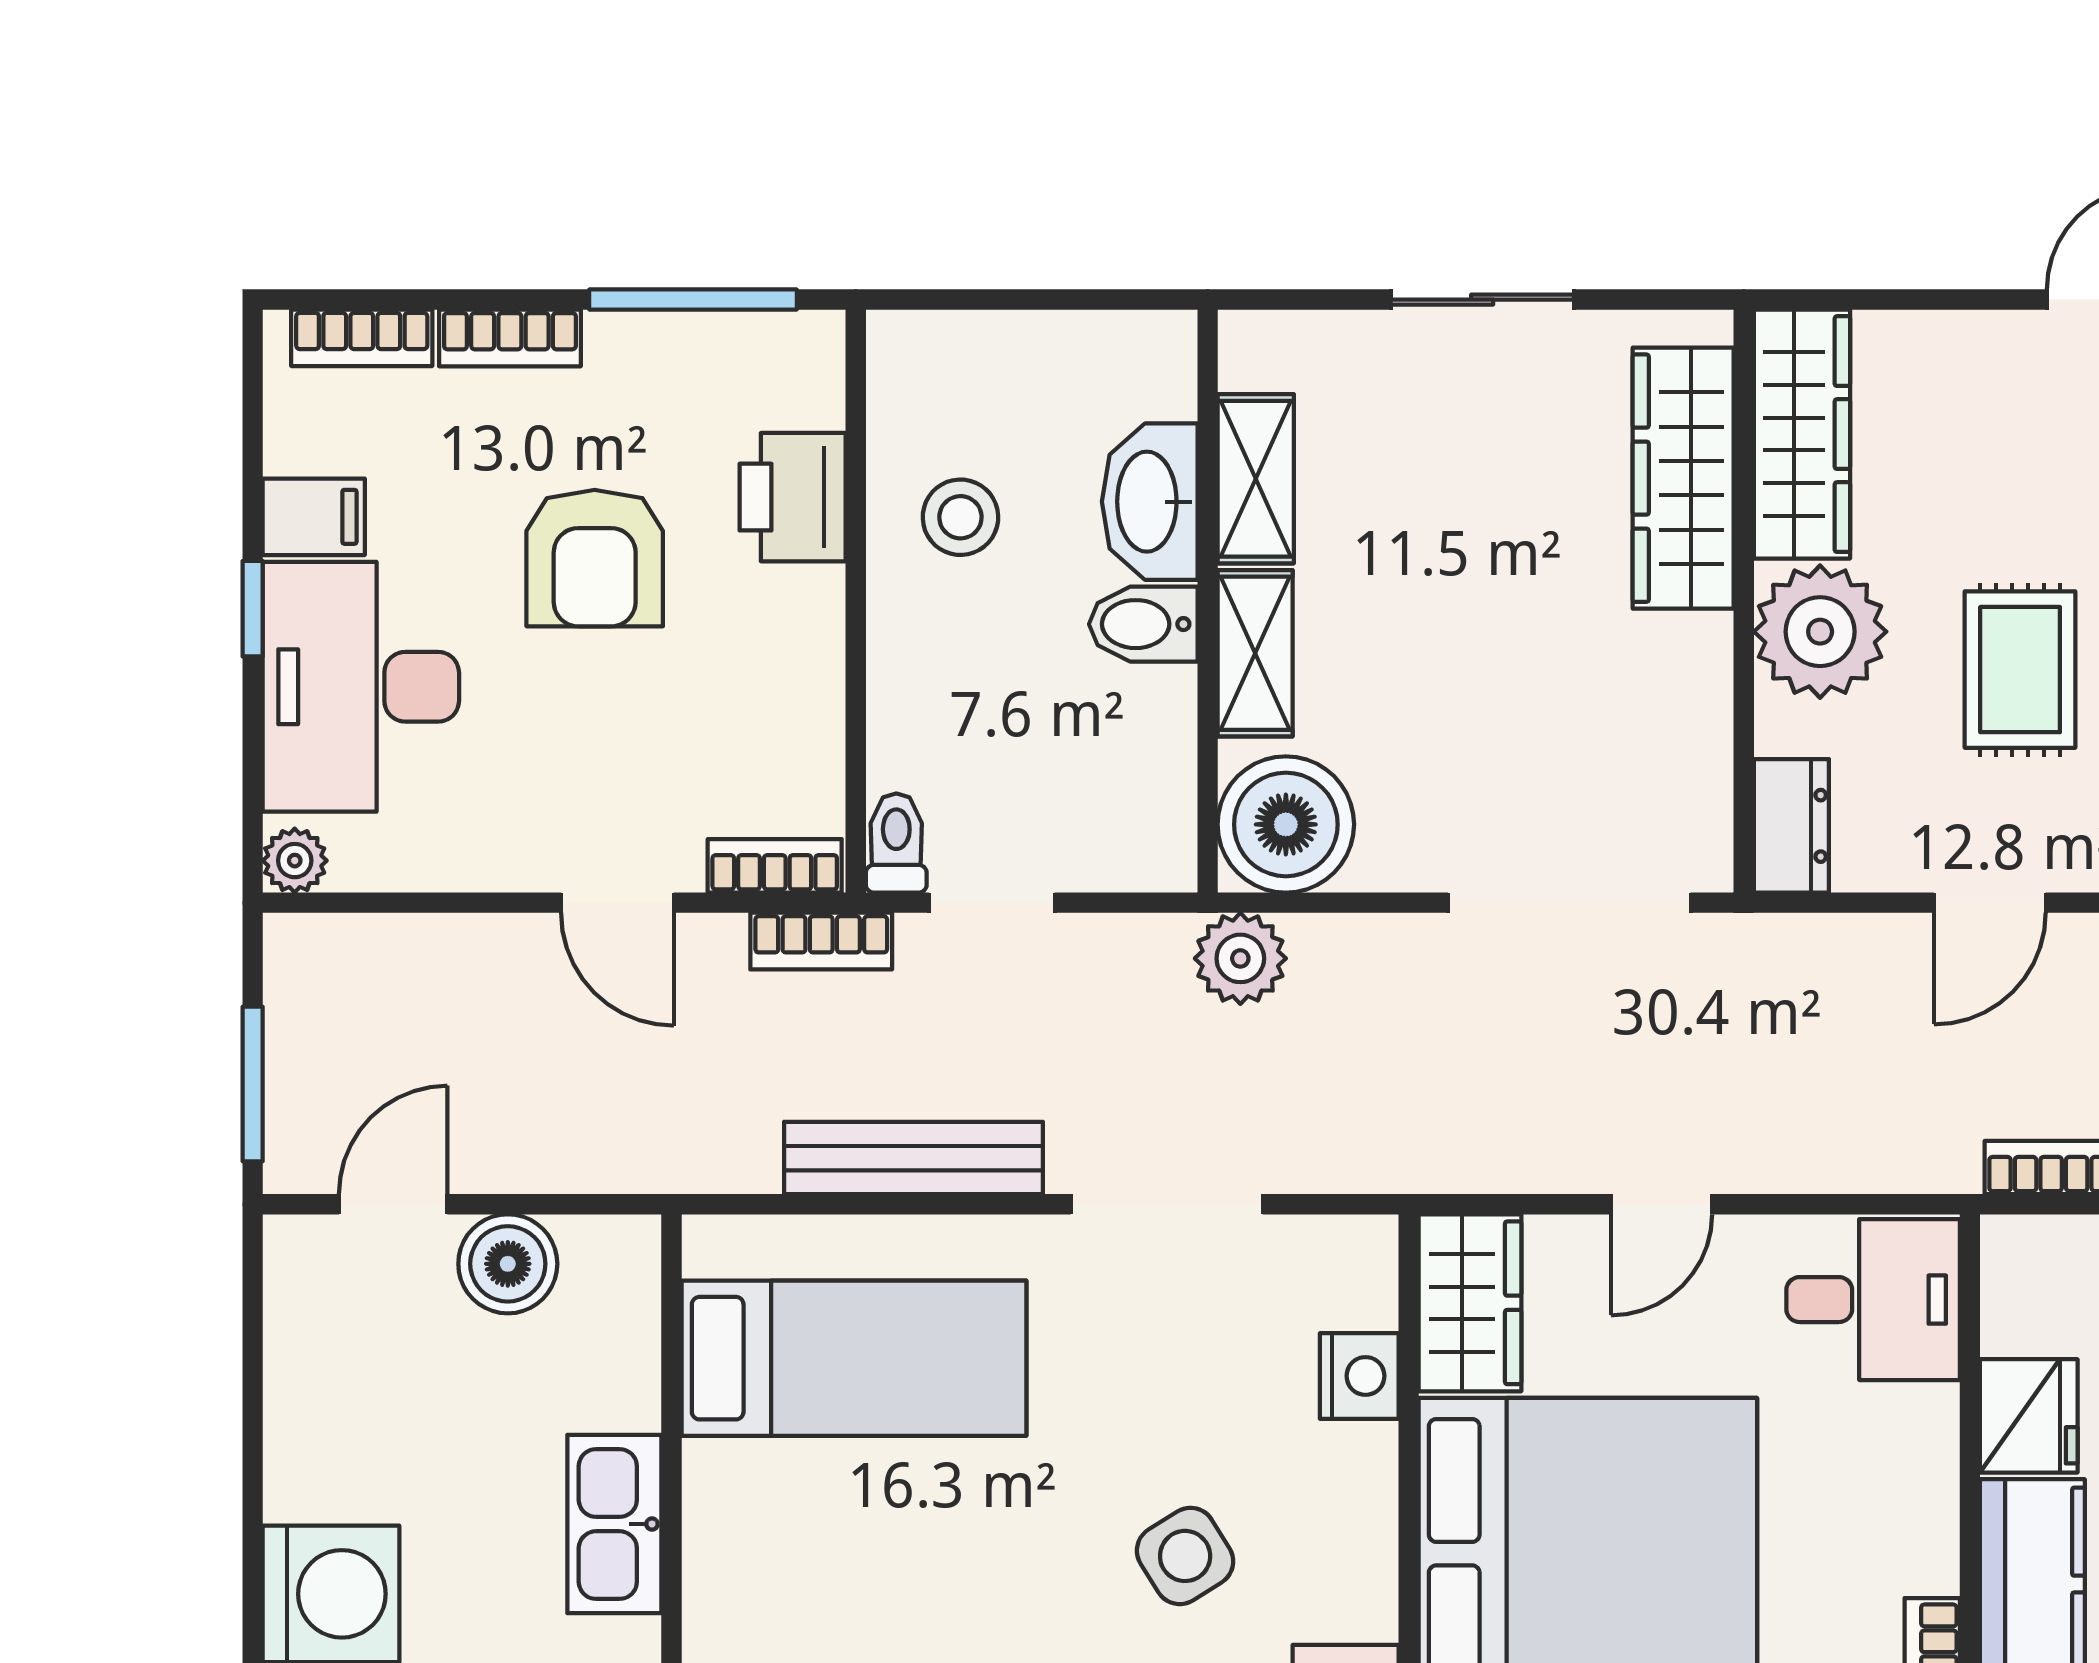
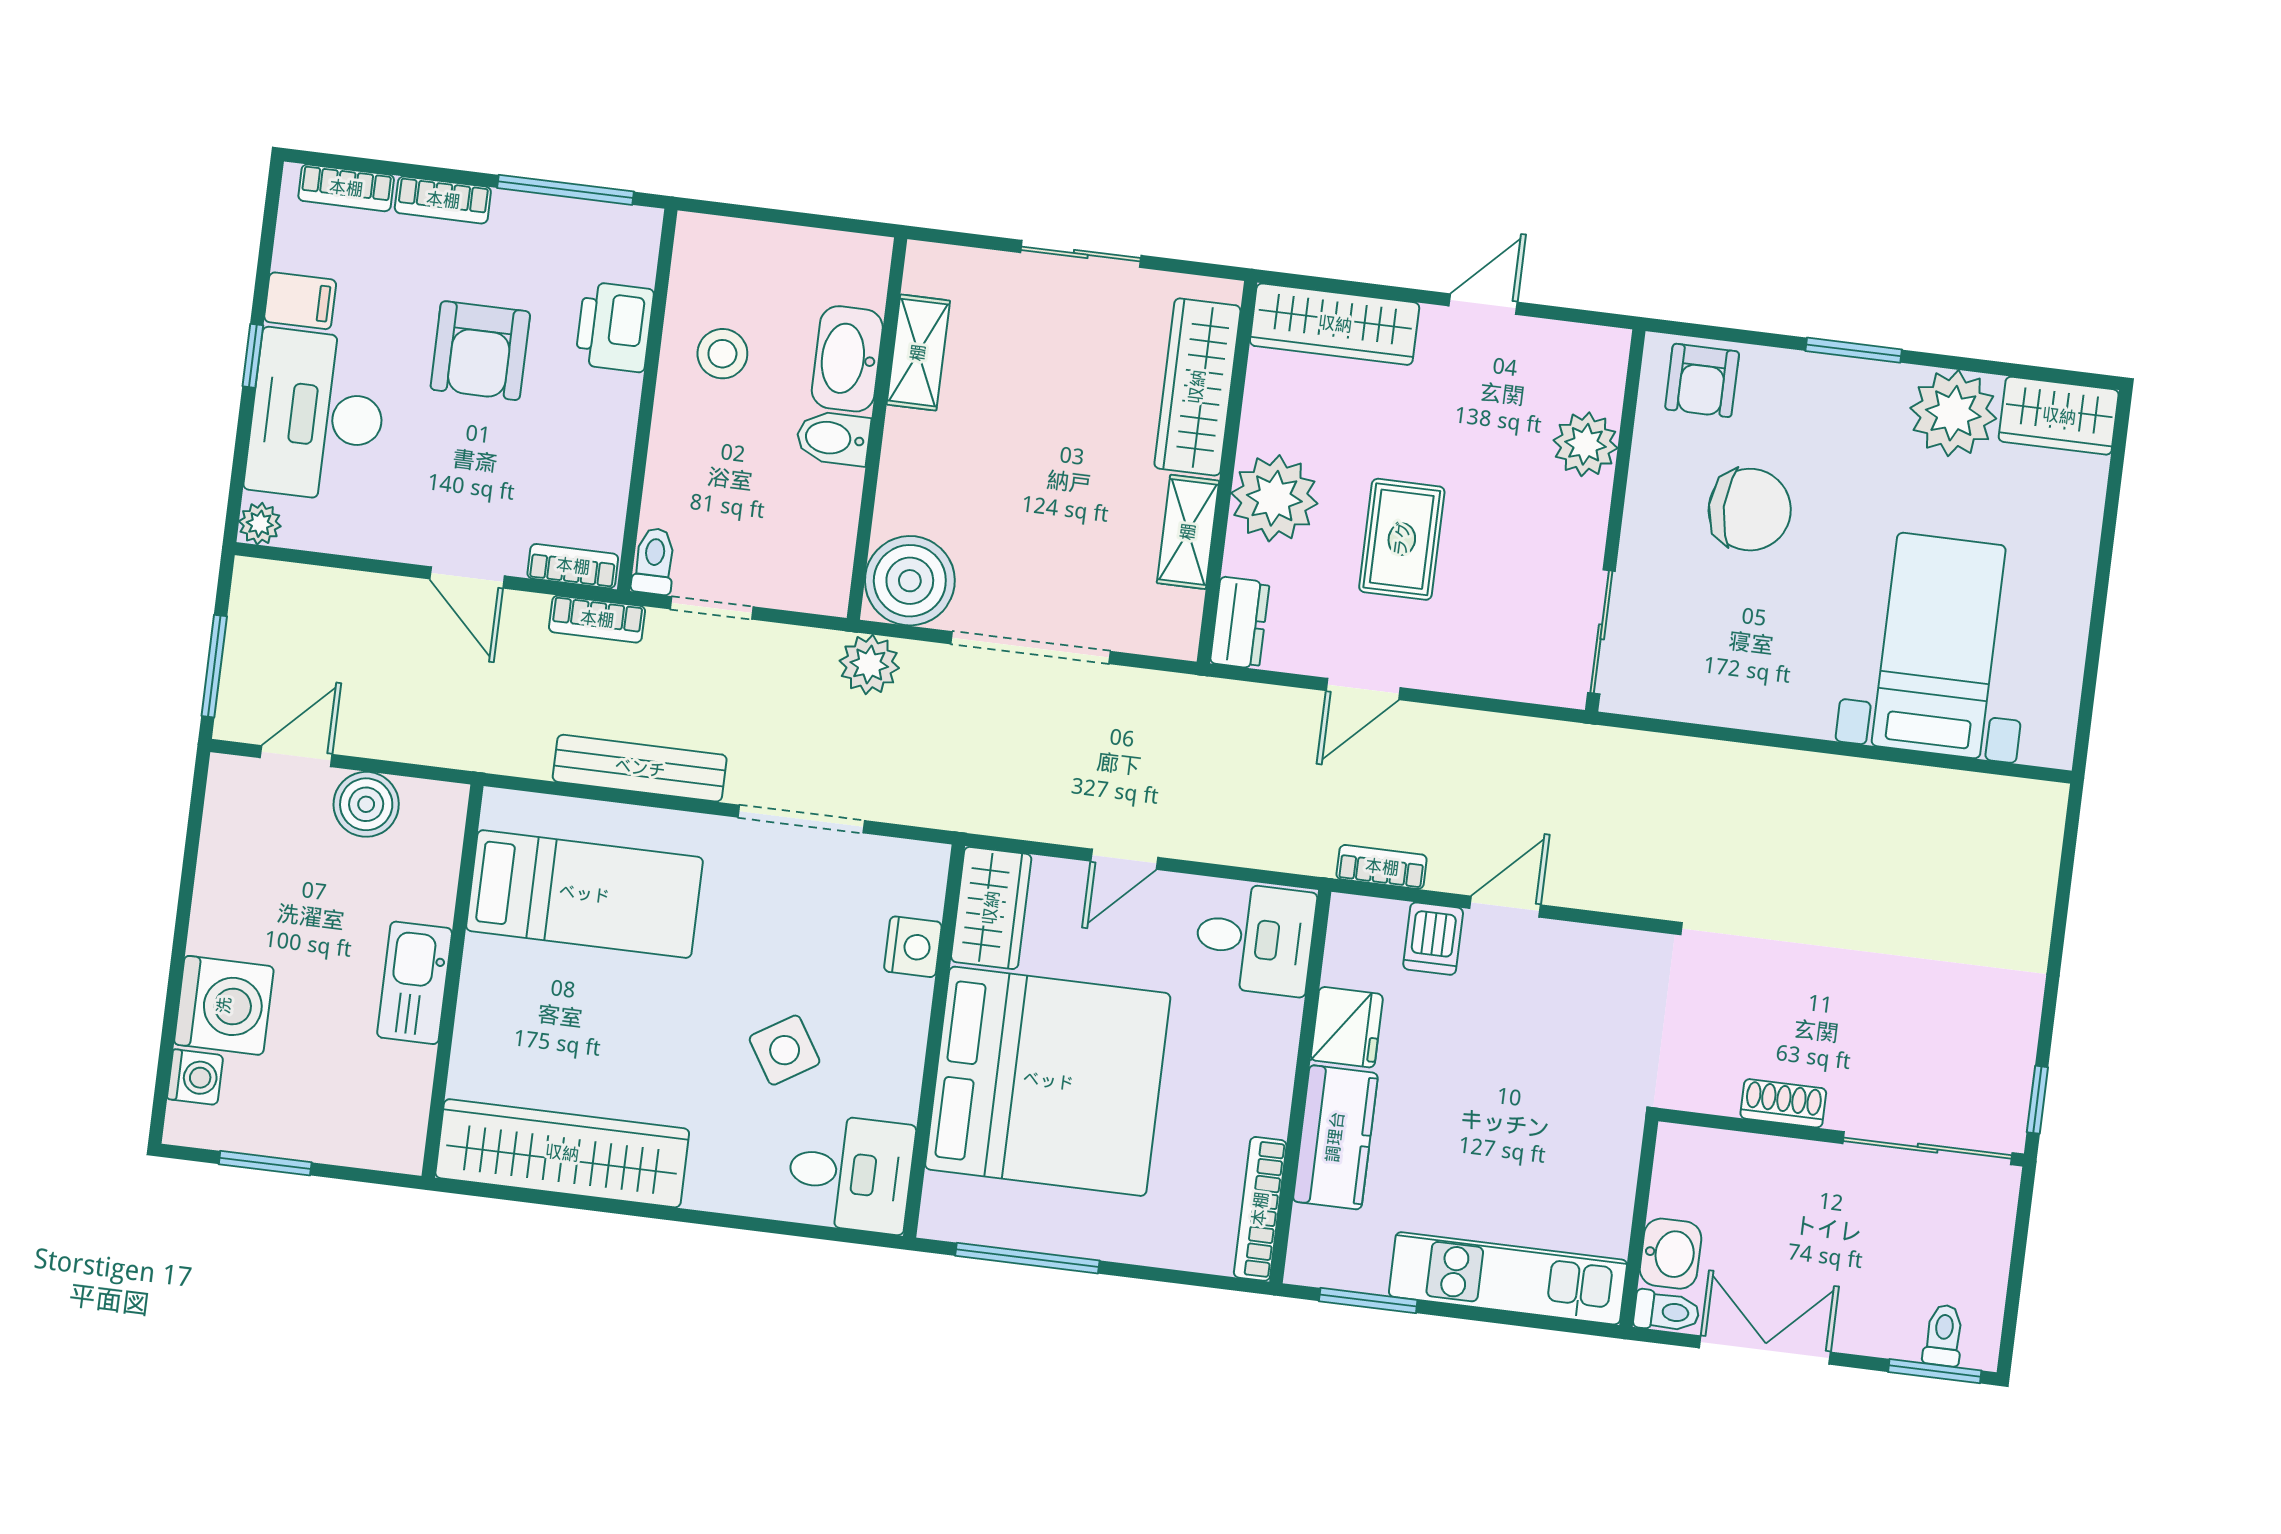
wardrobe: (1802, 434) -> (1335, 324), moved, turned 90
shelving: (1255, 653) -> (1188, 532), moved
doorway: (1569, 903) -> (1031, 648), moved

